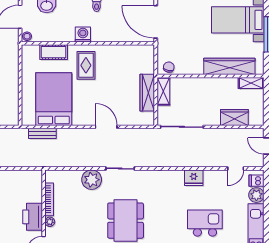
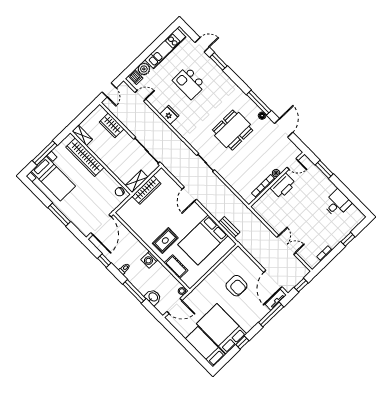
plant: (92, 180) -> (228, 173), removed

